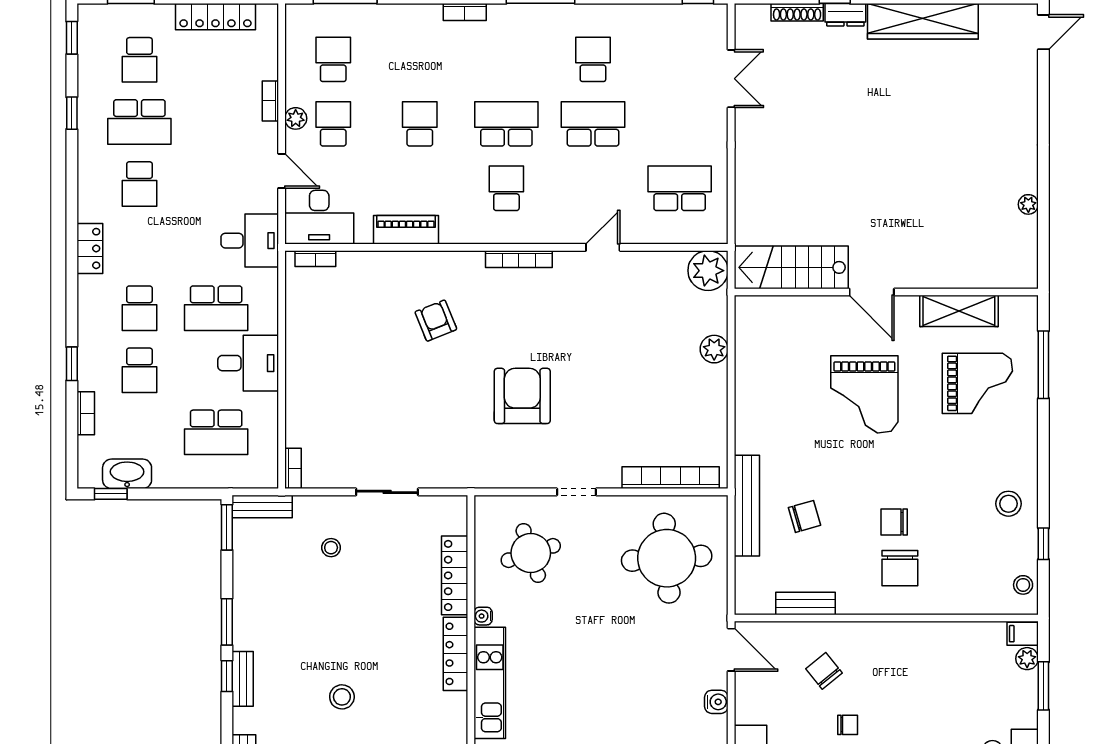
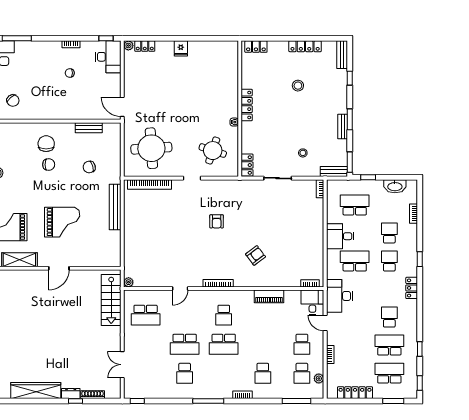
school desk: (139, 60) -> (389, 373), width x1.85
plant: (296, 118) -> (319, 378), moved
school desk: (420, 124) -> (263, 373), moved
desk: (319, 217) -> (312, 302), width x0.73
desk: (250, 241) -> (340, 296), width x1.37
stairs: (791, 267) -> (111, 300), moved, turned 90
plant: (708, 271) -> (129, 282), width x0.53, depth x0.53
door: (872, 292) -> (59, 268), swing flipped
armchair: (436, 321) -> (256, 255), turned -105
plant: (714, 349) -> (130, 243), removed
window: (72, 364) -> (420, 259), moved
grand piano: (864, 394) -> (62, 222), turned 90
armchair: (522, 396) -> (217, 221), width x0.53, depth x0.53
window: (111, 494) -> (368, 177), moved
bench: (747, 506) -> (115, 207), moved
round table: (531, 553) -> (213, 151), turned 36
locker: (455, 575) -> (247, 165), moved, width x0.66
chair: (824, 671) -> (13, 100), moved
window: (227, 676) -> (350, 78), moved
bench: (243, 679) -> (343, 126), moved
kitchen unit: (490, 683) -> (231, 92), removed
water cooler: (716, 702) -> (129, 83), removed

